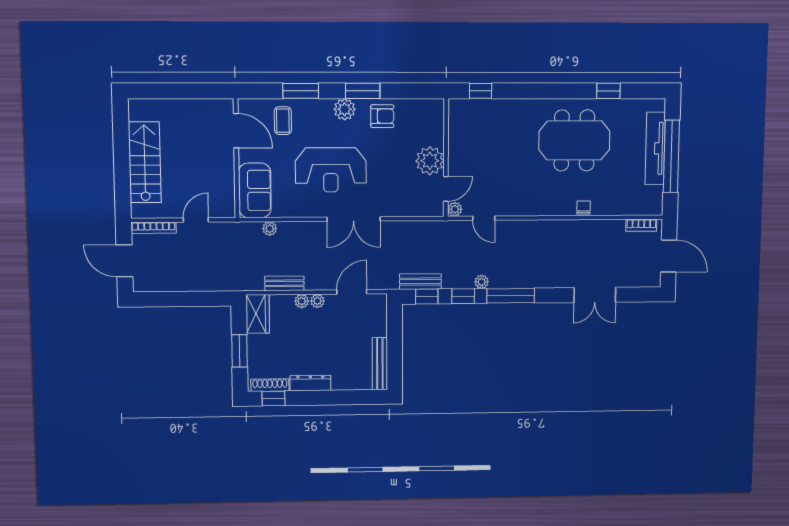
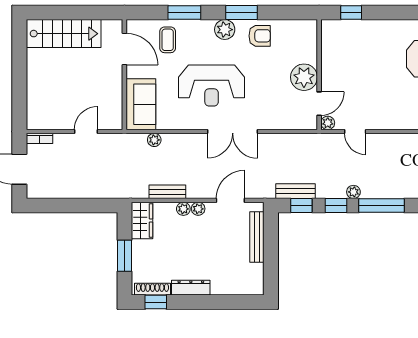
stairs: (145, 162) -> (64, 34), moved, turned 90
bookcase: (153, 228) -> (39, 138), width x0.64
bench: (380, 364) -> (257, 237), moved

